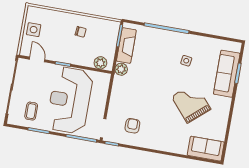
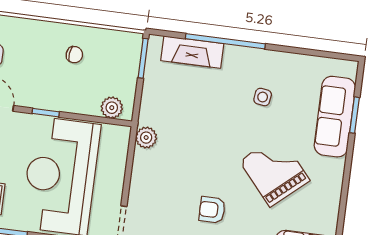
fireplace: (126, 46) -> (192, 52), moved, turned 90
plant: (121, 69) -> (146, 138), moved
armchair: (132, 126) -> (212, 210), moved, turned -90

